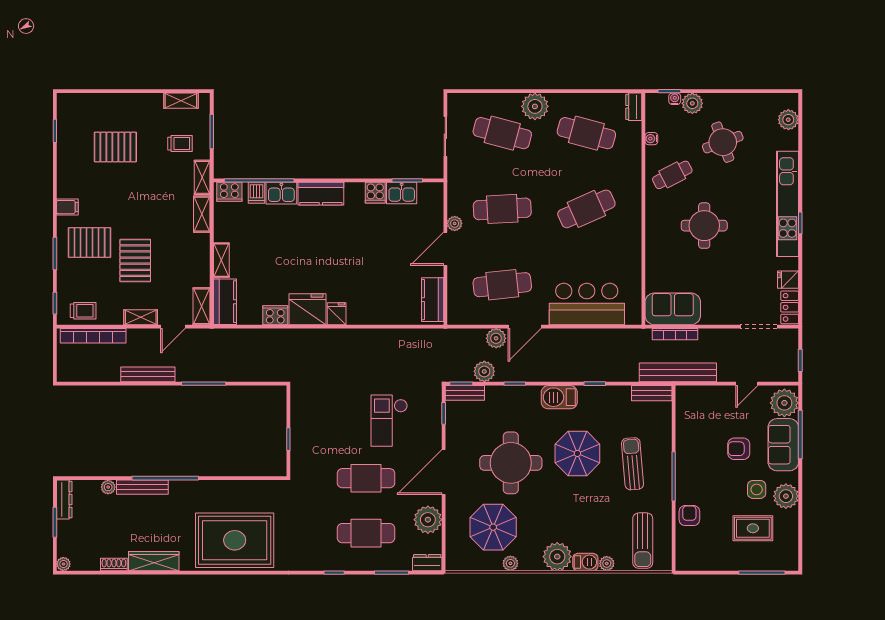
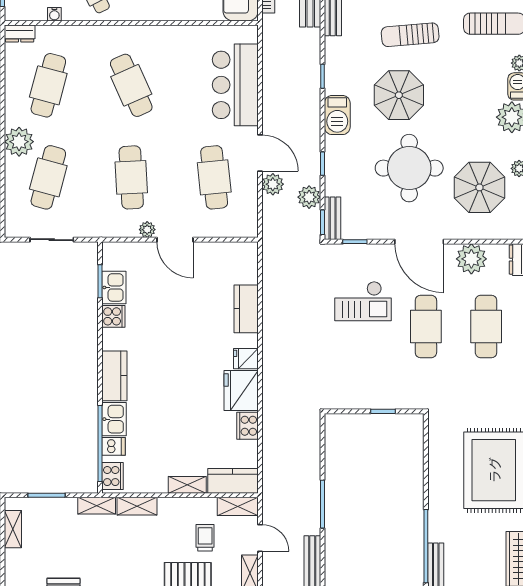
trolley: (180, 144) -> (205, 538), moved
kitchen counter: (433, 300) -> (246, 309), moved, turned 90

